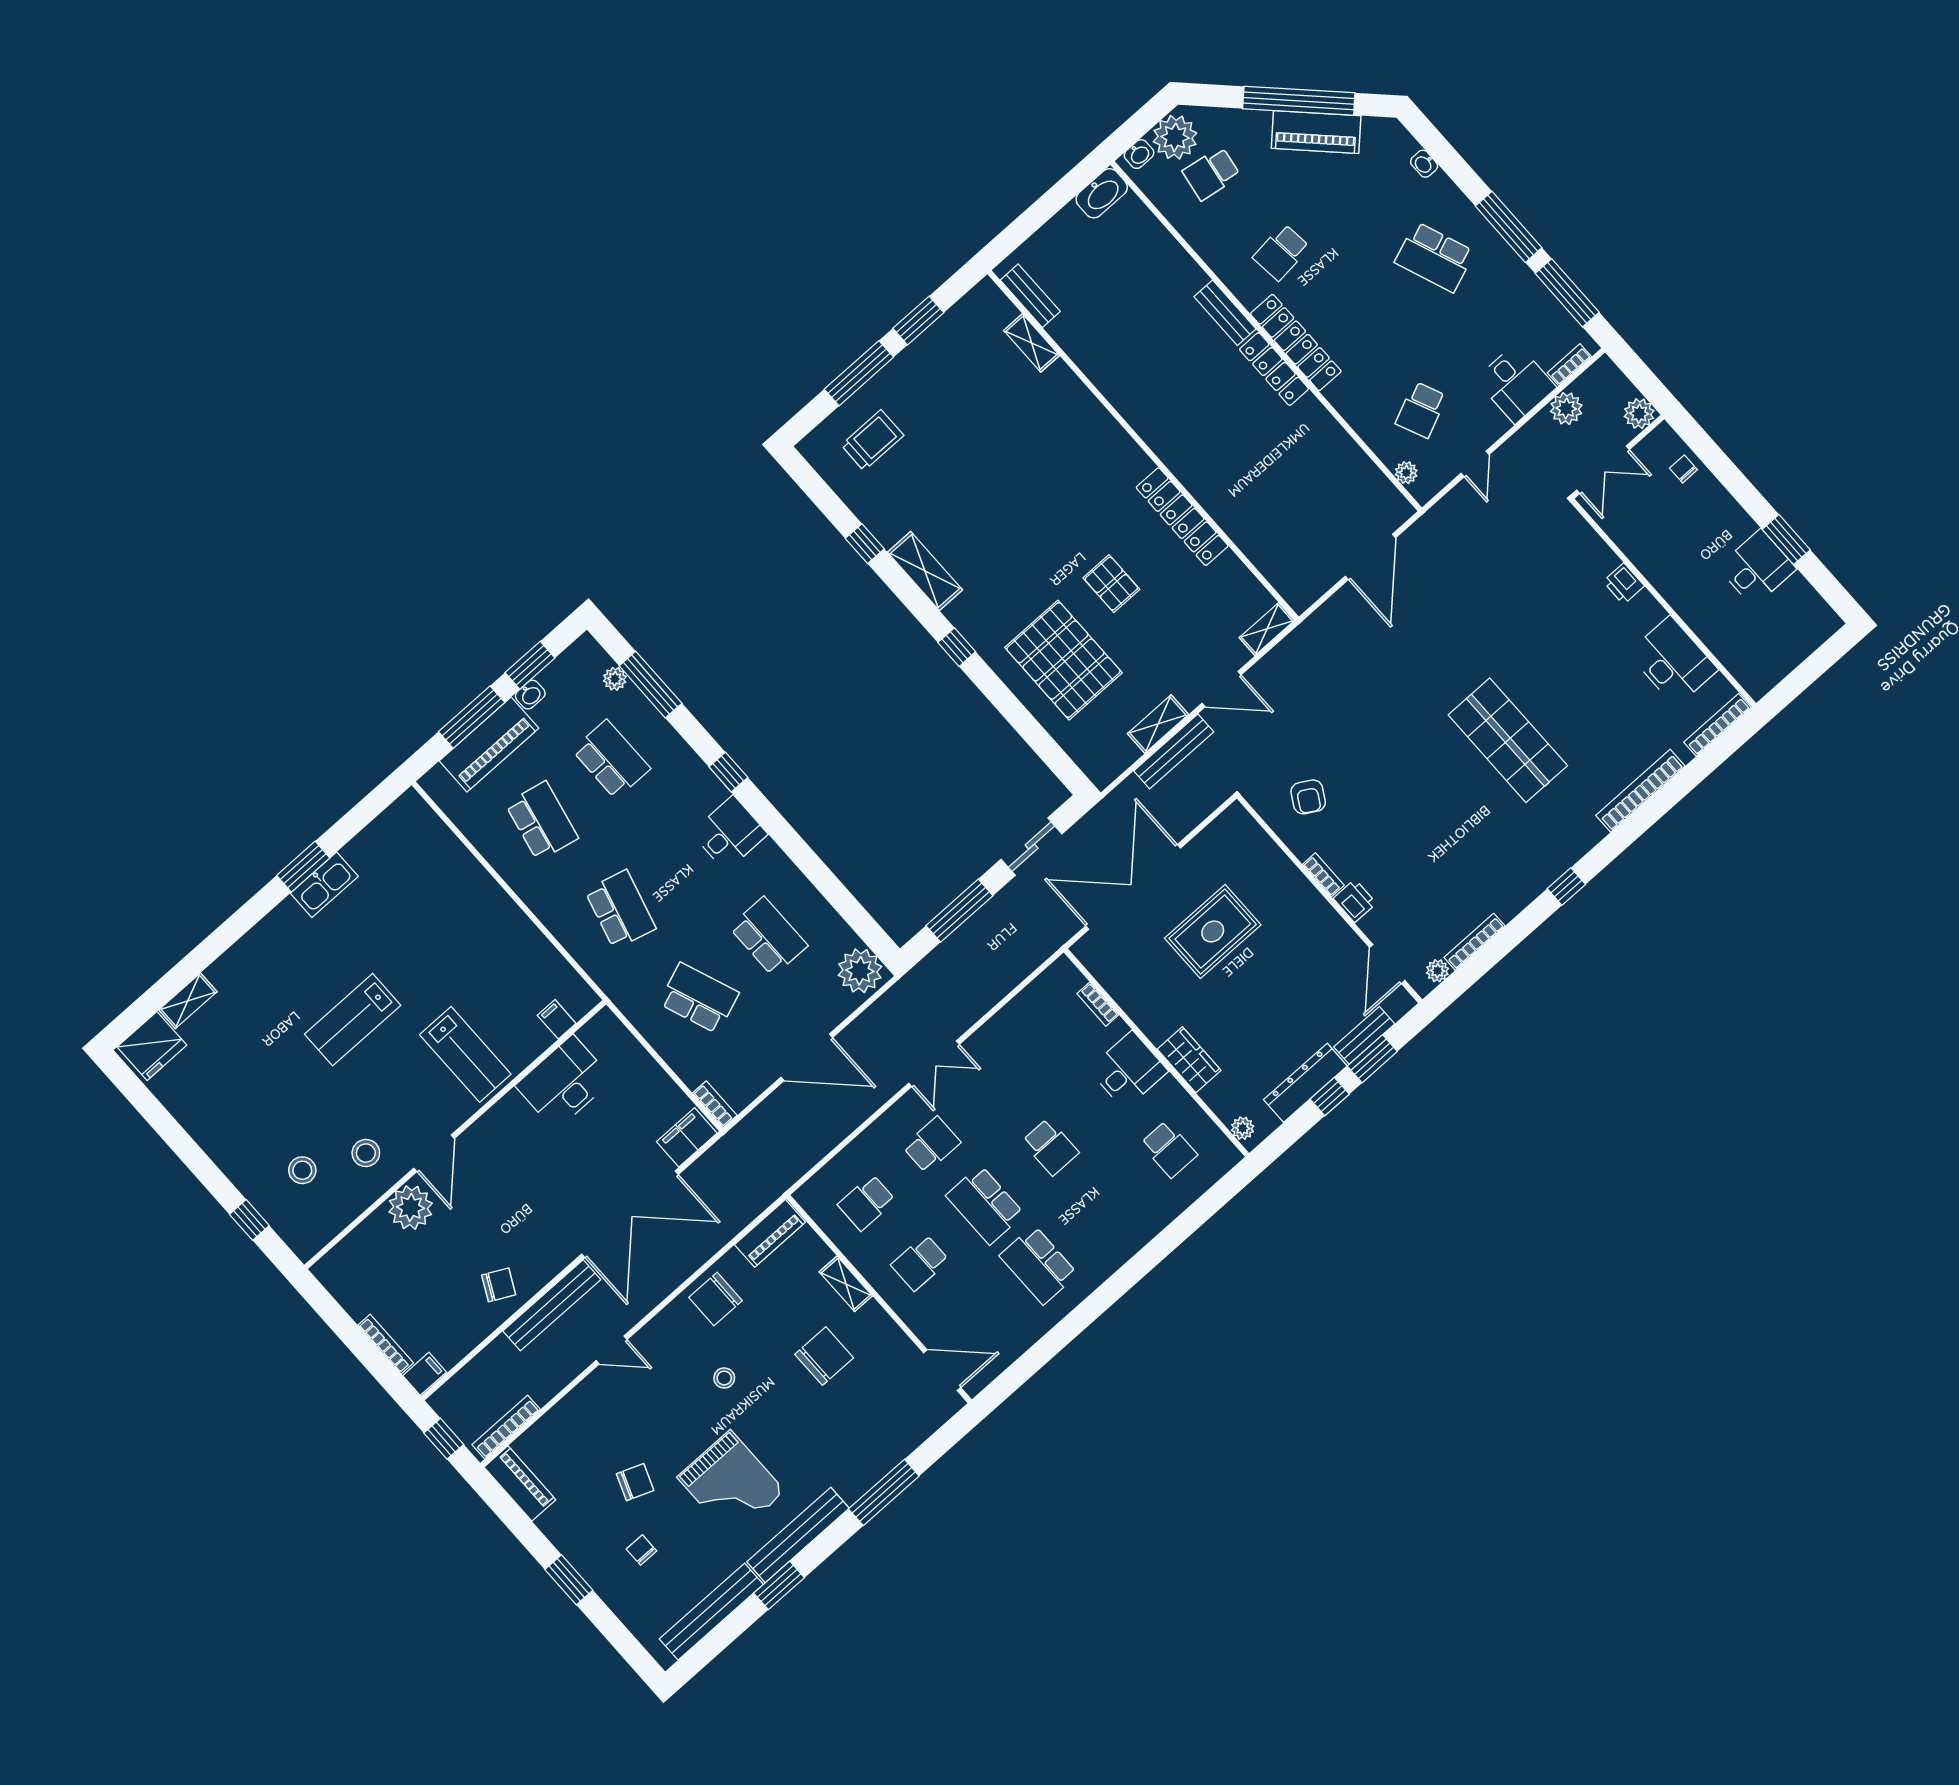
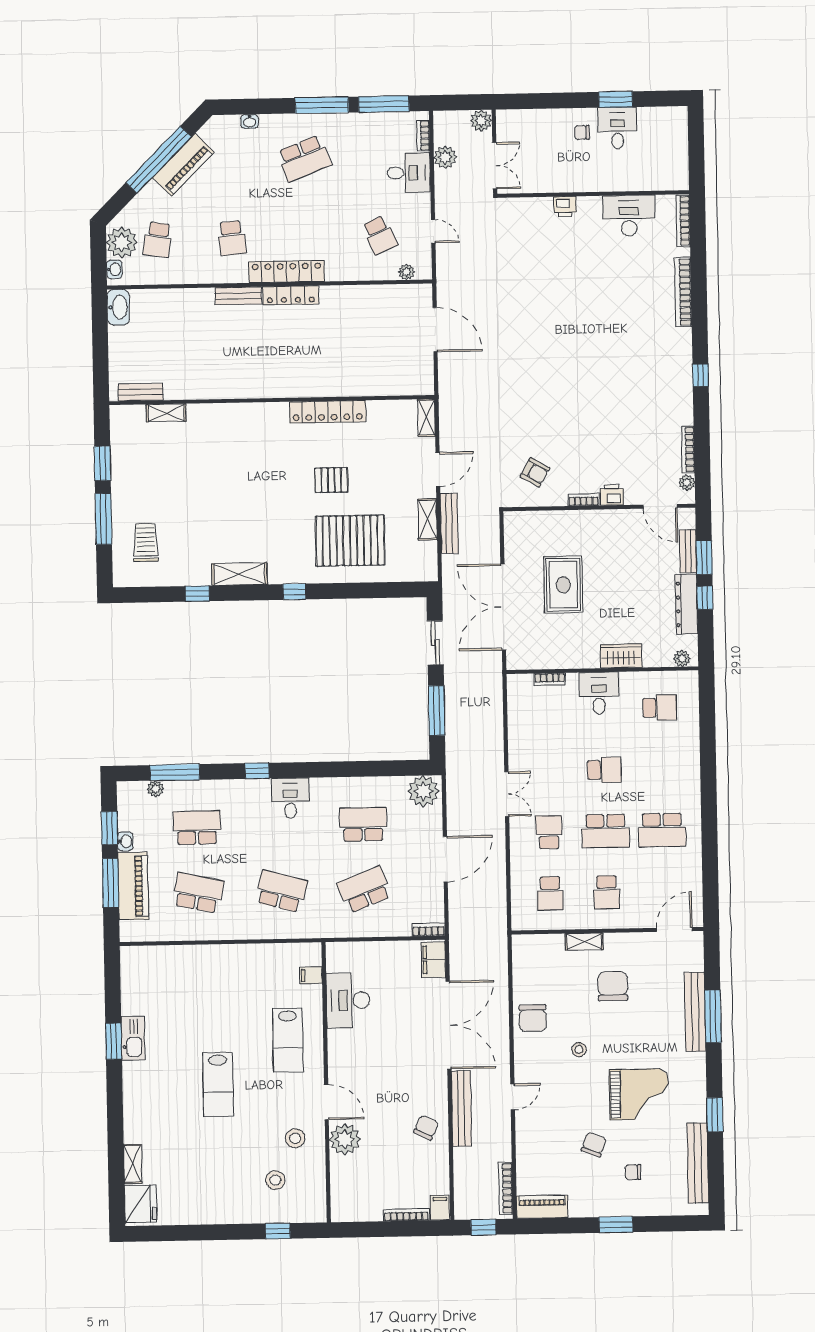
chair: (1683, 469) -> (582, 132), moved
shop shelf: (1508, 740) -> (596, 340), removed
lab bench: (465, 1054) -> (288, 1040), turned 90
piano: (770, 1233) -> (523, 959), removed
bench: (798, 1535) -> (695, 1012), moved

